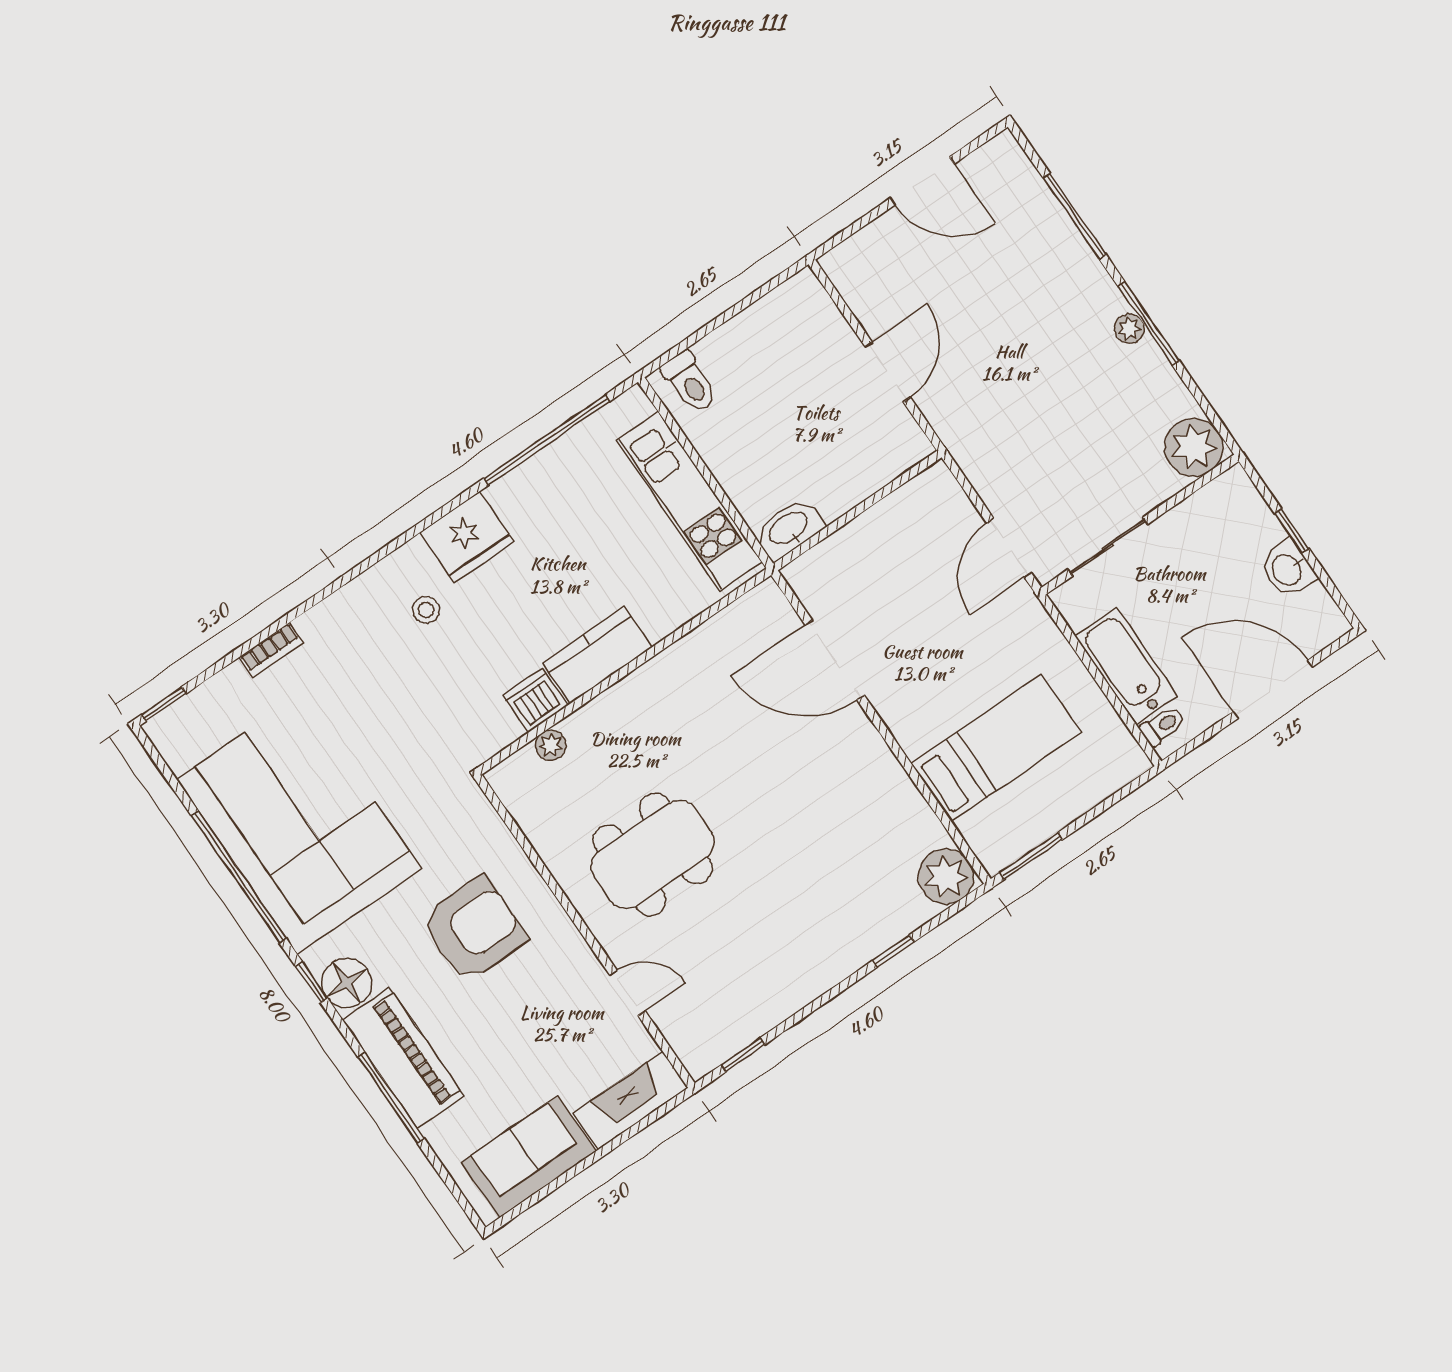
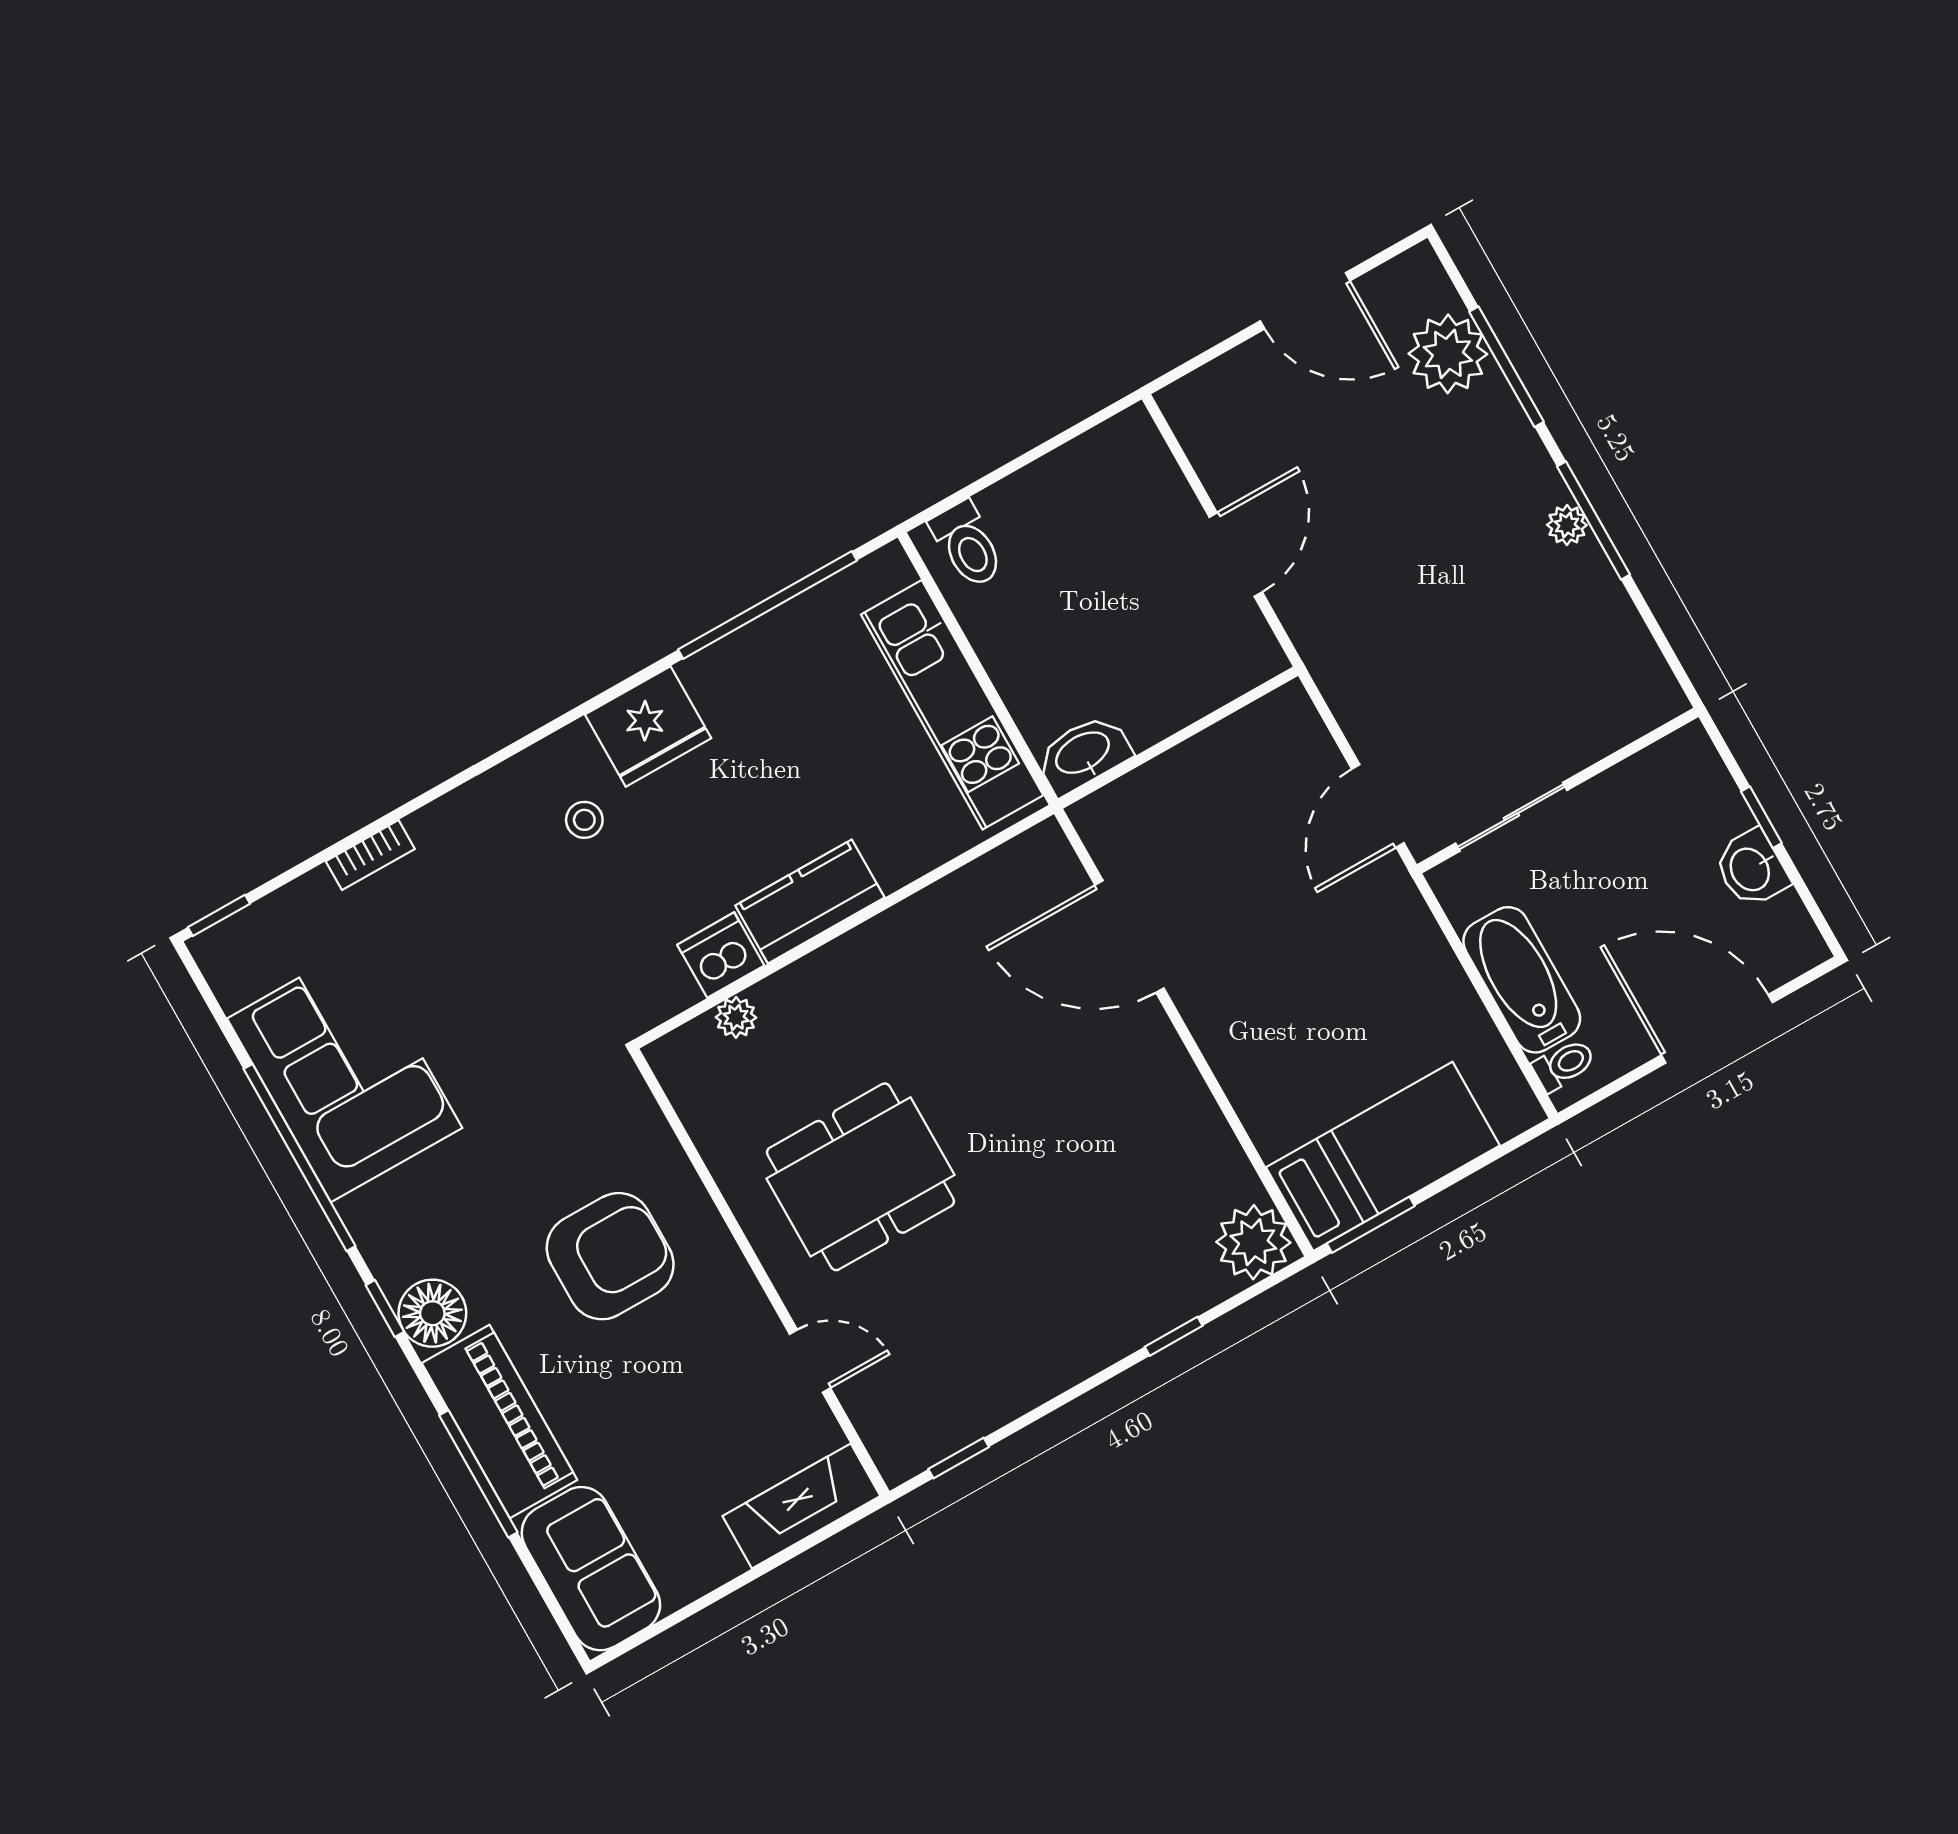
plant: (1194, 447) -> (1448, 354), moved
bed: (996, 748) -> (1383, 1156), moved
corner sofa: (299, 824) -> (345, 1073), width x0.73, depth x0.74
sofa: (529, 1157) -> (591, 1569), moved, turned 90

